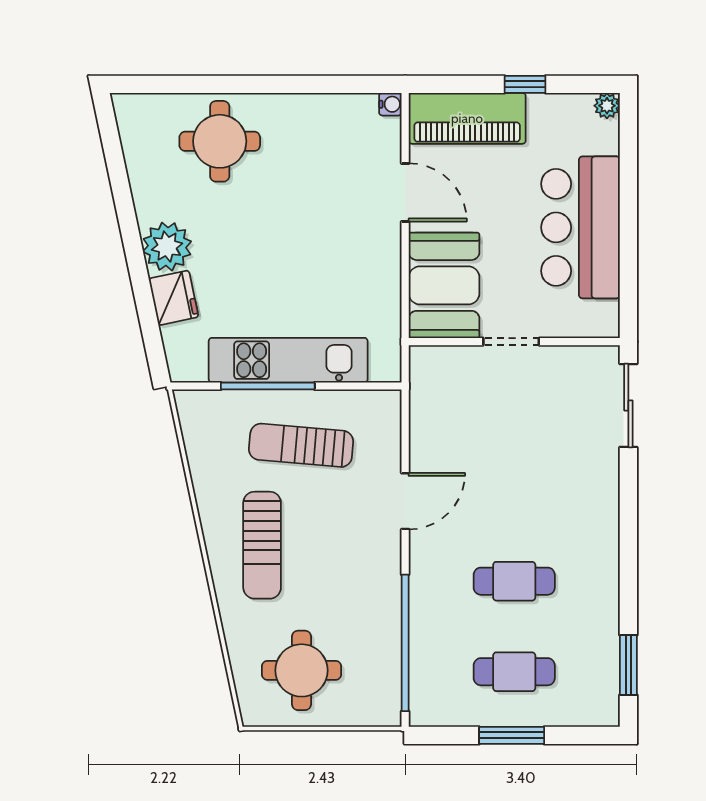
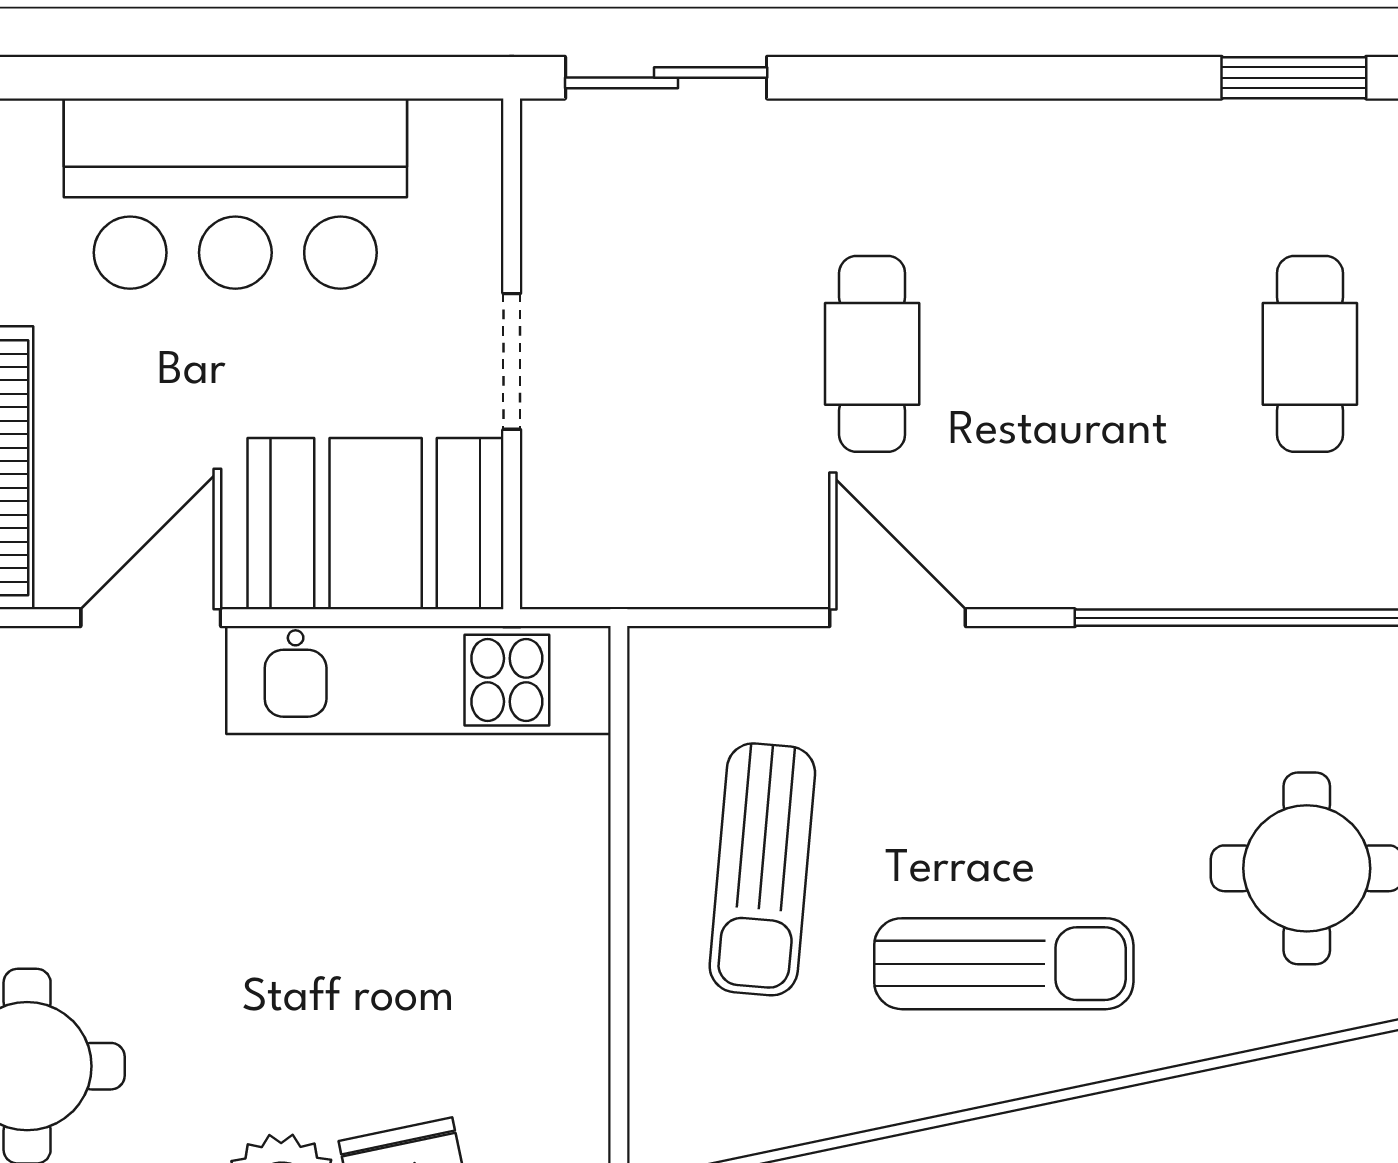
kitchen unit: (288, 360) -> (418, 680), moved, turned -90
window: (268, 386) -> (619, 950), removed
cafe table: (514, 581) -> (872, 354), moved

